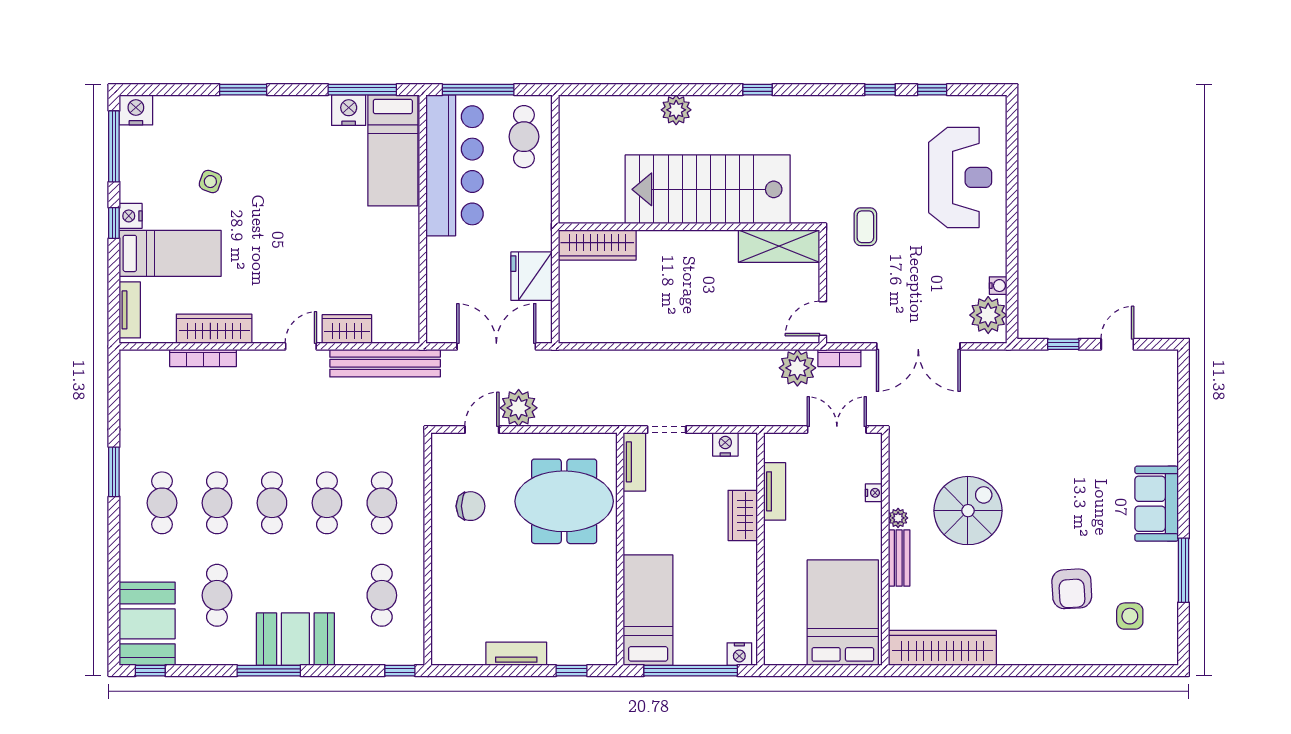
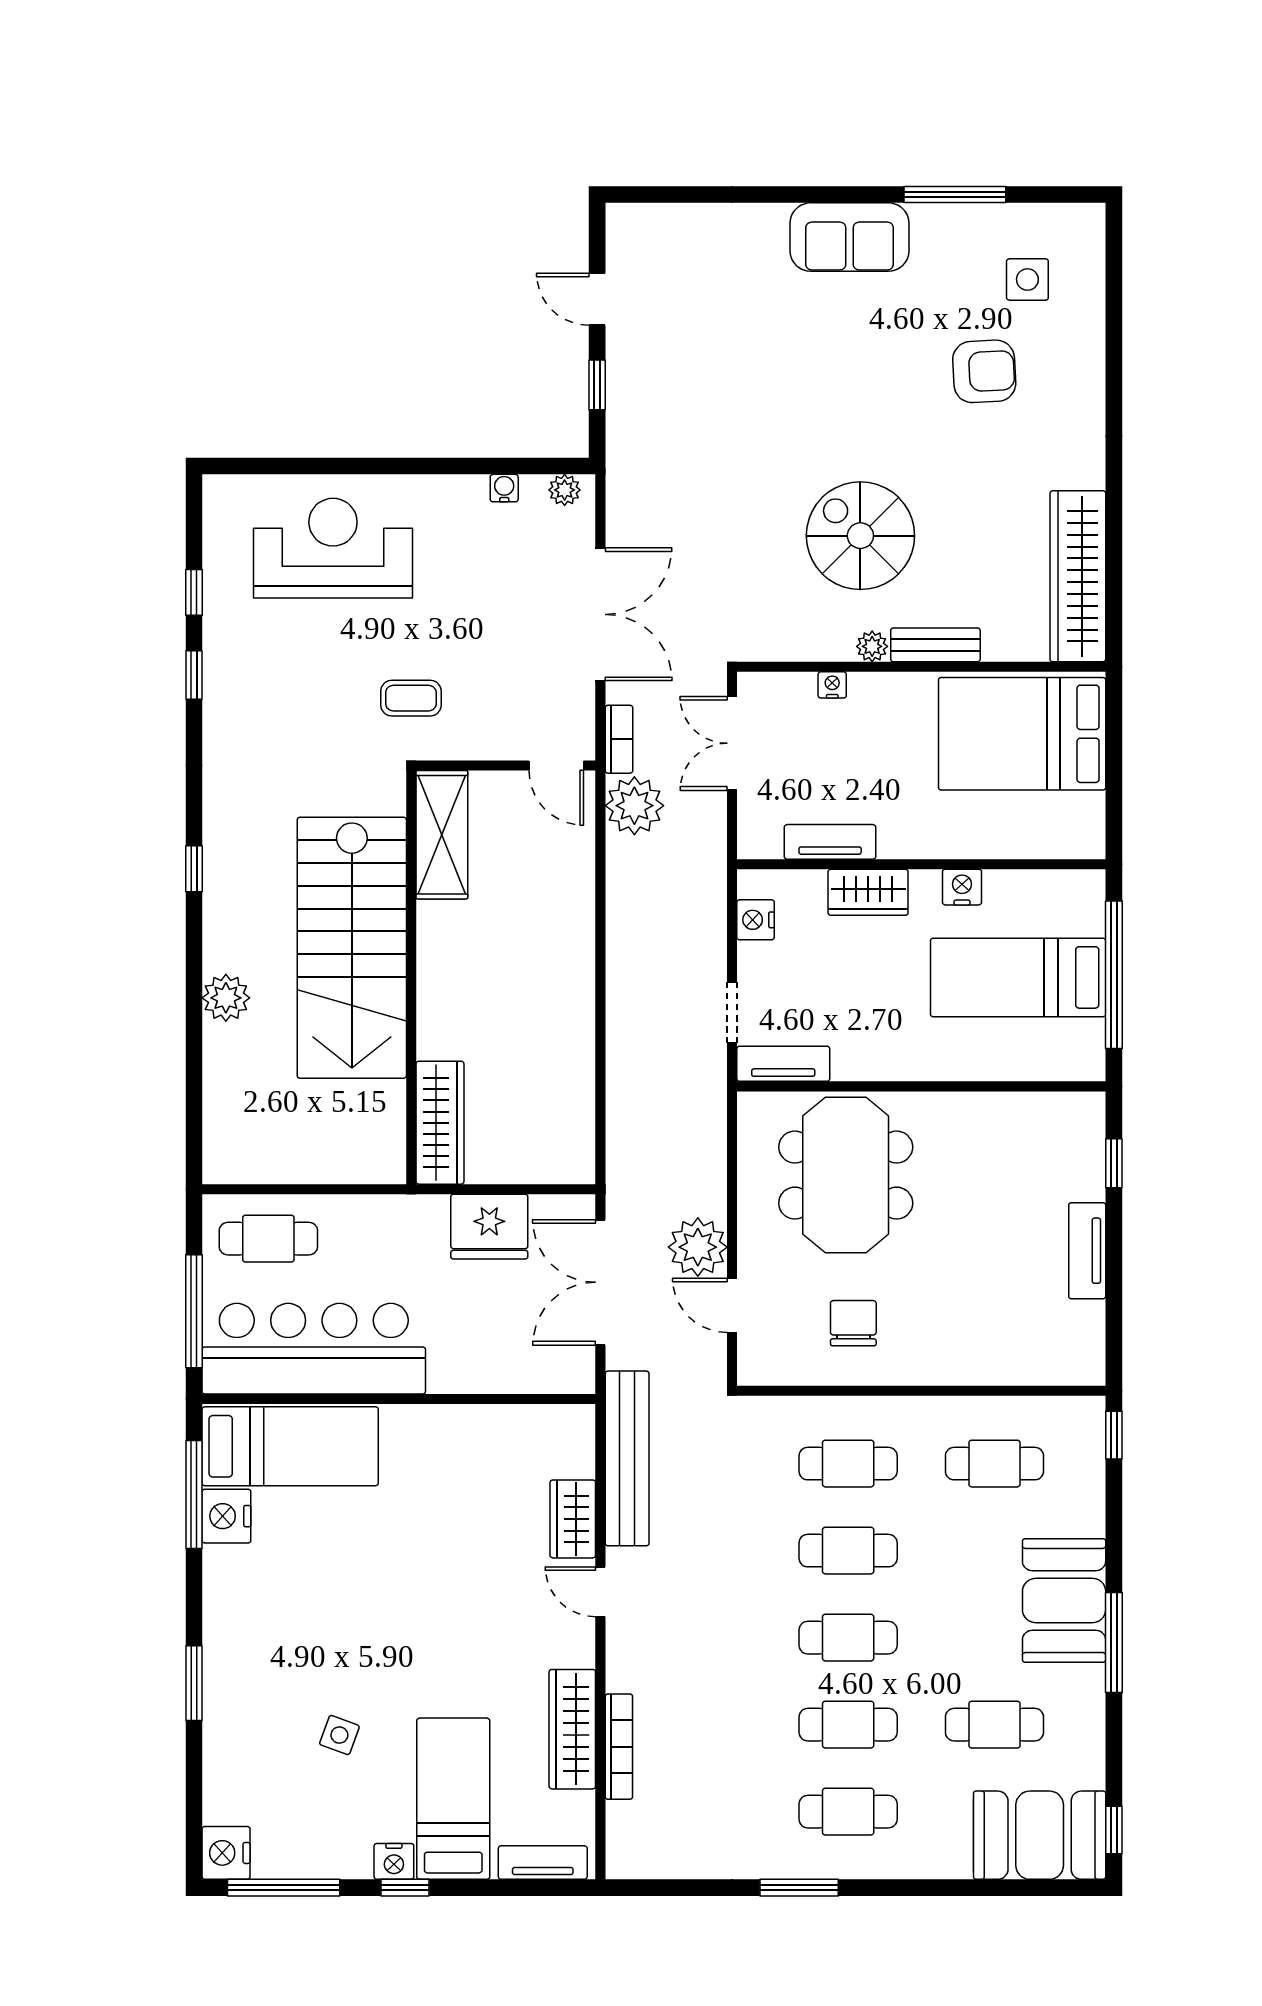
plant: (988, 315) -> (565, 490), width x0.53, depth x0.53
bed: (648, 610) -> (1018, 977), moved
nightstand: (739, 654) -> (962, 887), moved, turned -90

